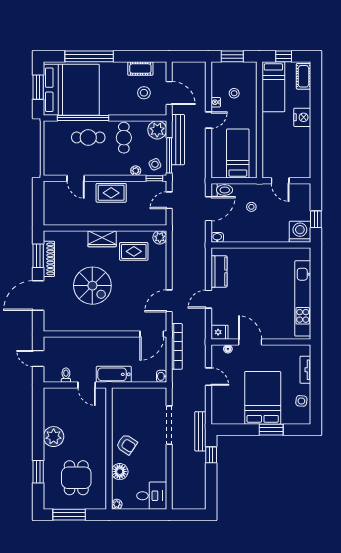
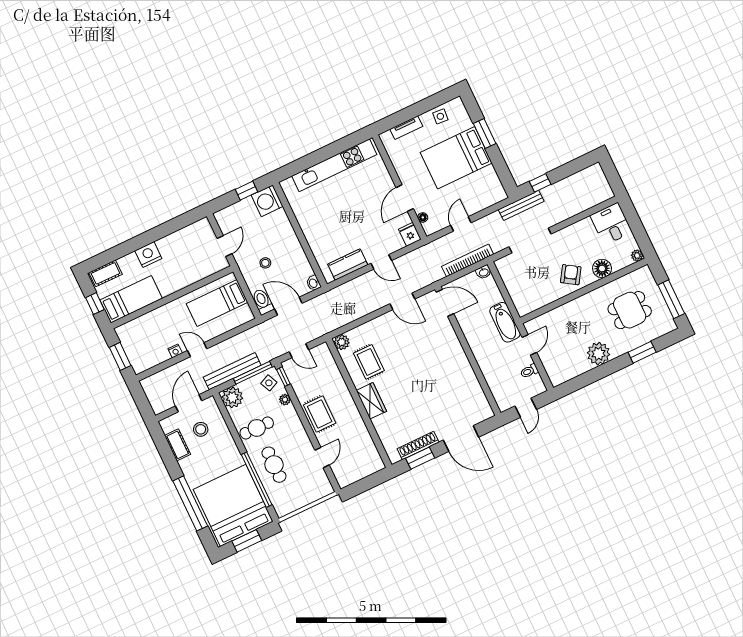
stool: (234, 93) -> (157, 336), removed
spiral stairs: (92, 286) -> (424, 388), removed
bookcase: (177, 346) -> (468, 260), moved

